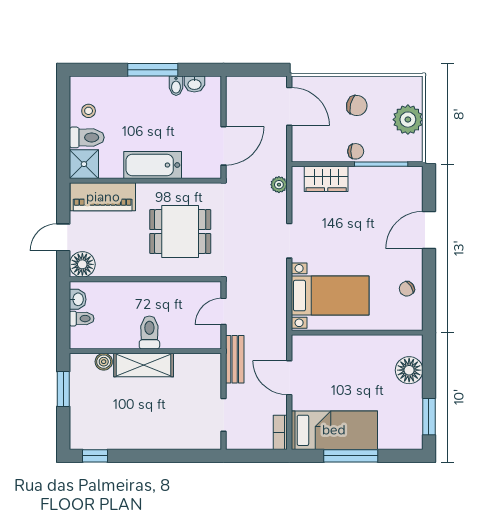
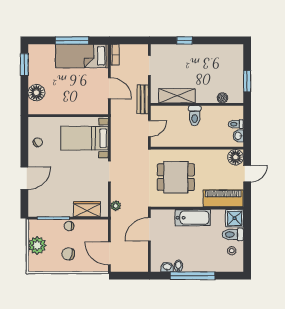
window: (153, 70) -> (193, 276), width x1.46
shelving: (144, 365) -> (177, 96), moved
window: (95, 456) -> (184, 40), moved

